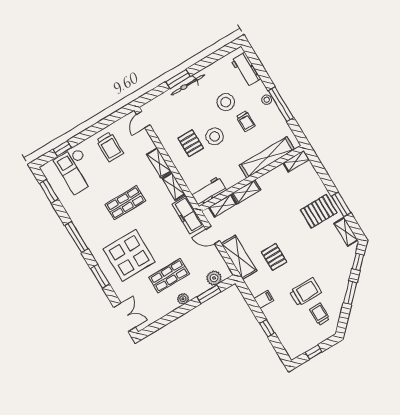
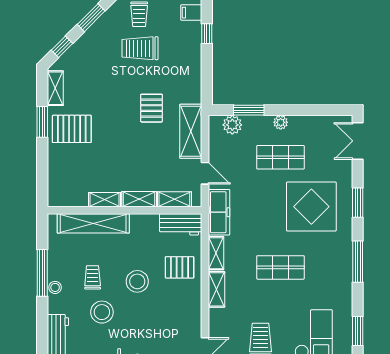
pallet: (191, 143) -> (180, 267), moved, turned 90
shelving: (296, 161) -> (105, 200), moved
filing cabinet: (264, 299) -> (191, 13), moved

